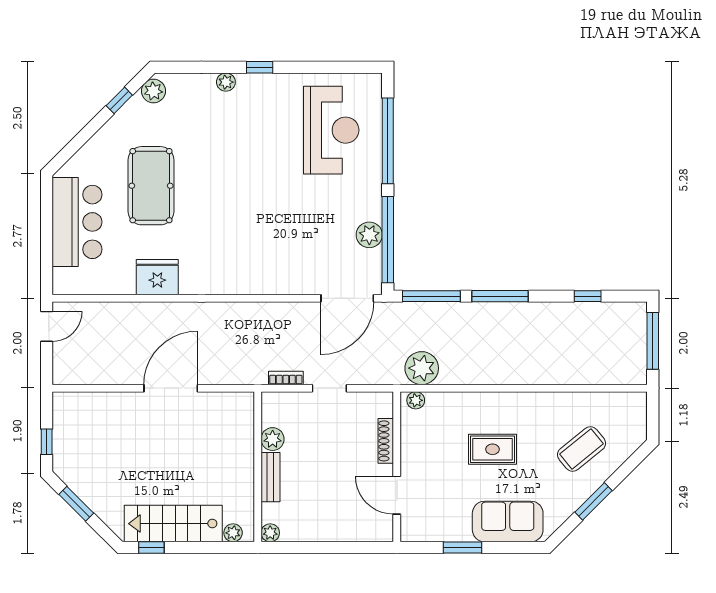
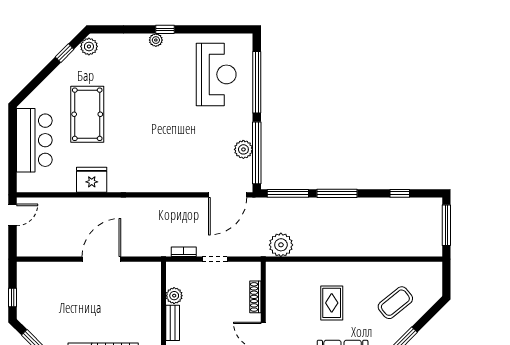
plant: (226, 82) -> (156, 40), moved
plant: (416, 400) -> (277, 268), removed
rug: (493, 449) -> (332, 303), turned 90

